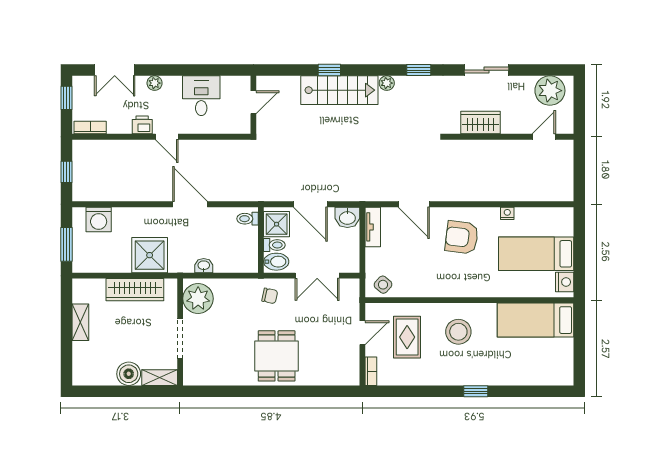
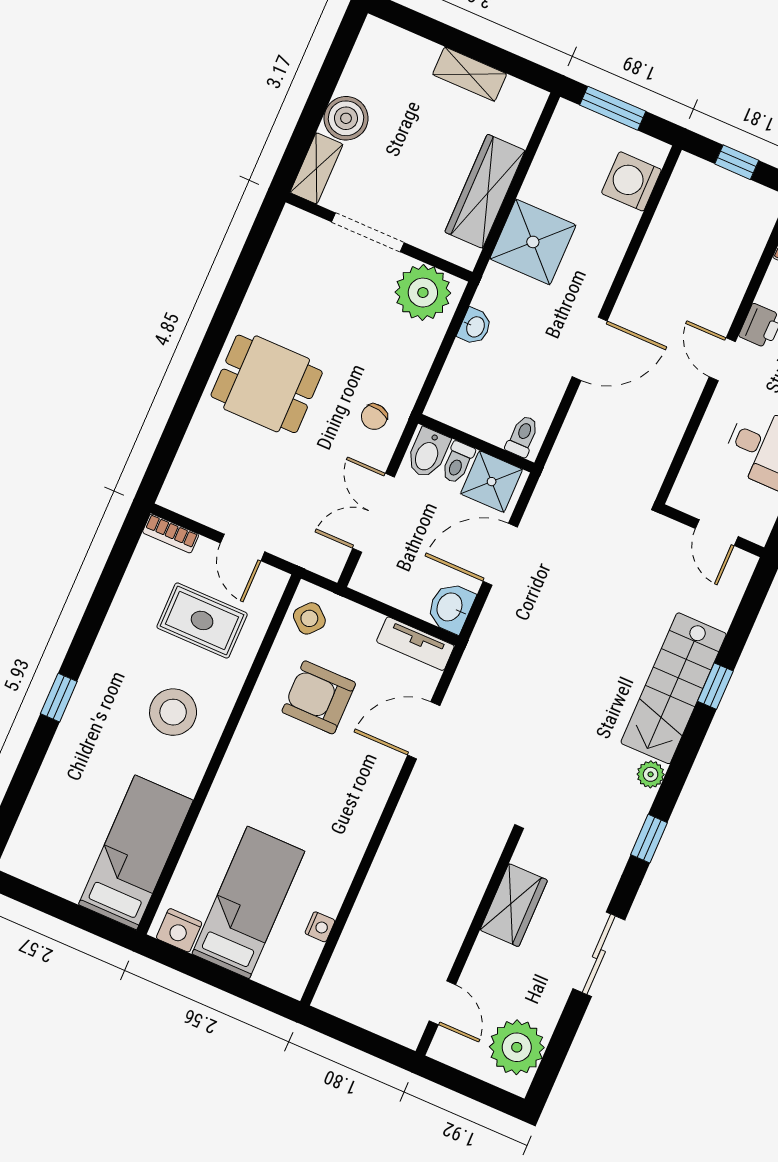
door: (167, 137) -> (722, 359), hinge flipped
nightstand: (507, 213) -> (320, 927), moved
armchair: (462, 237) -> (319, 697), moved, turned -97

